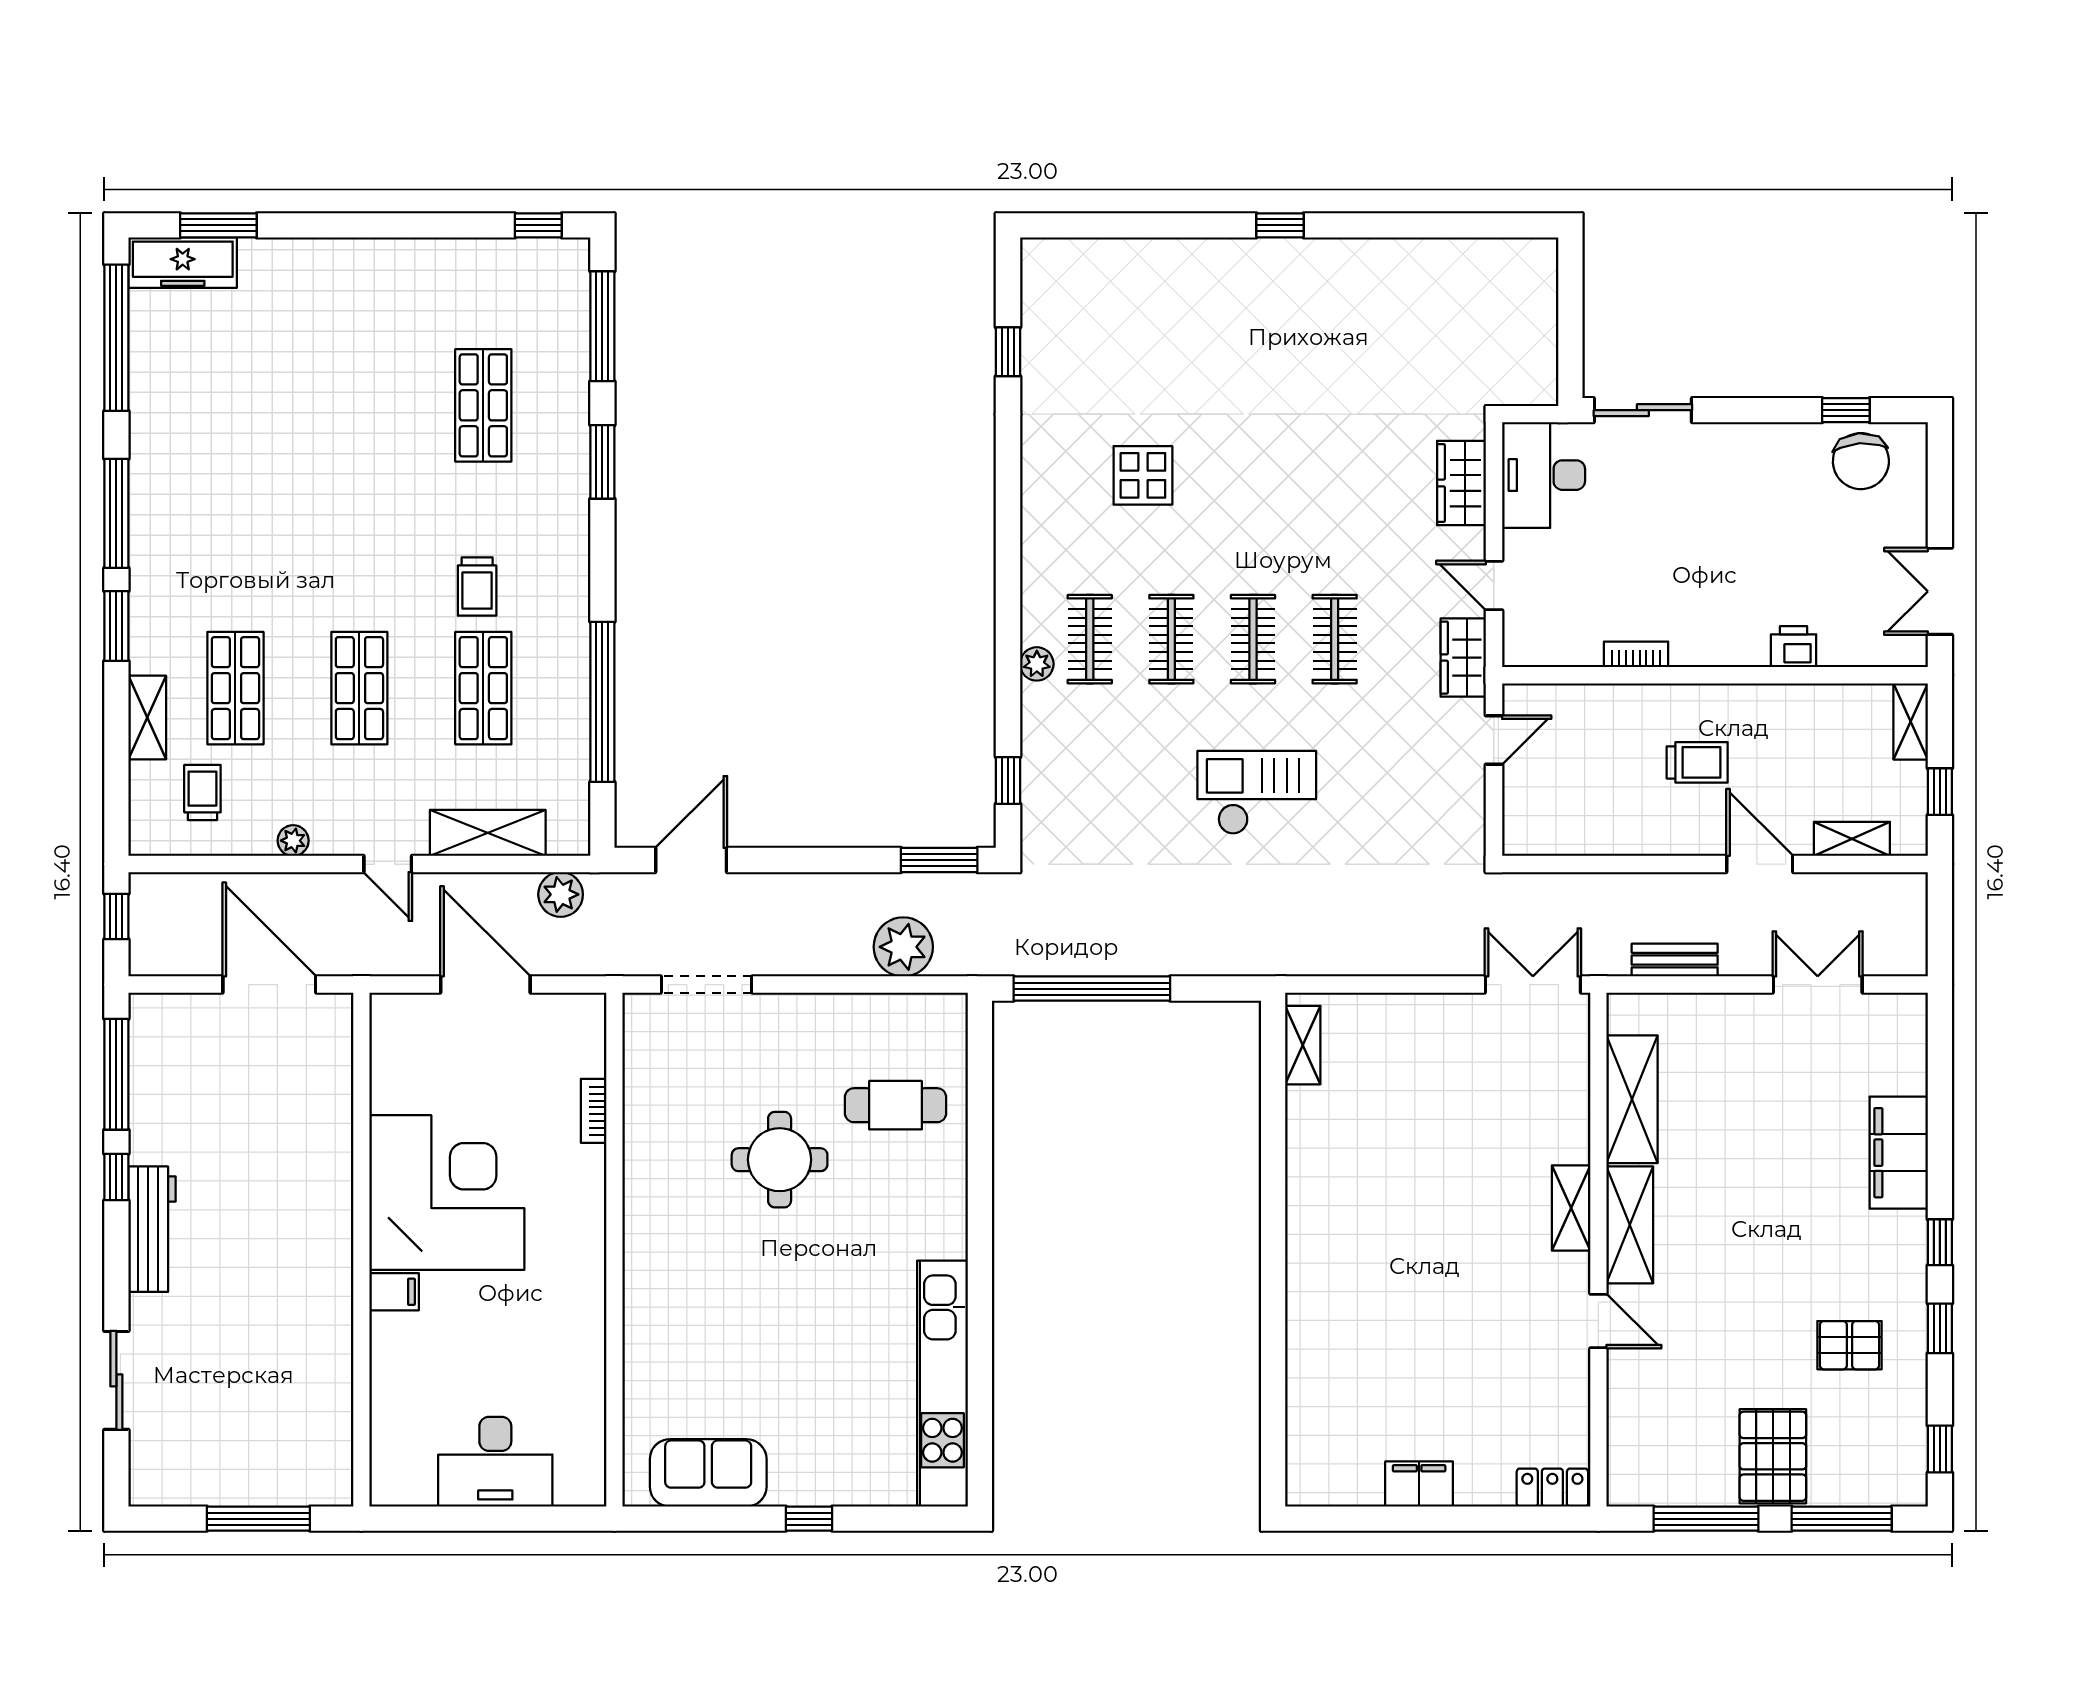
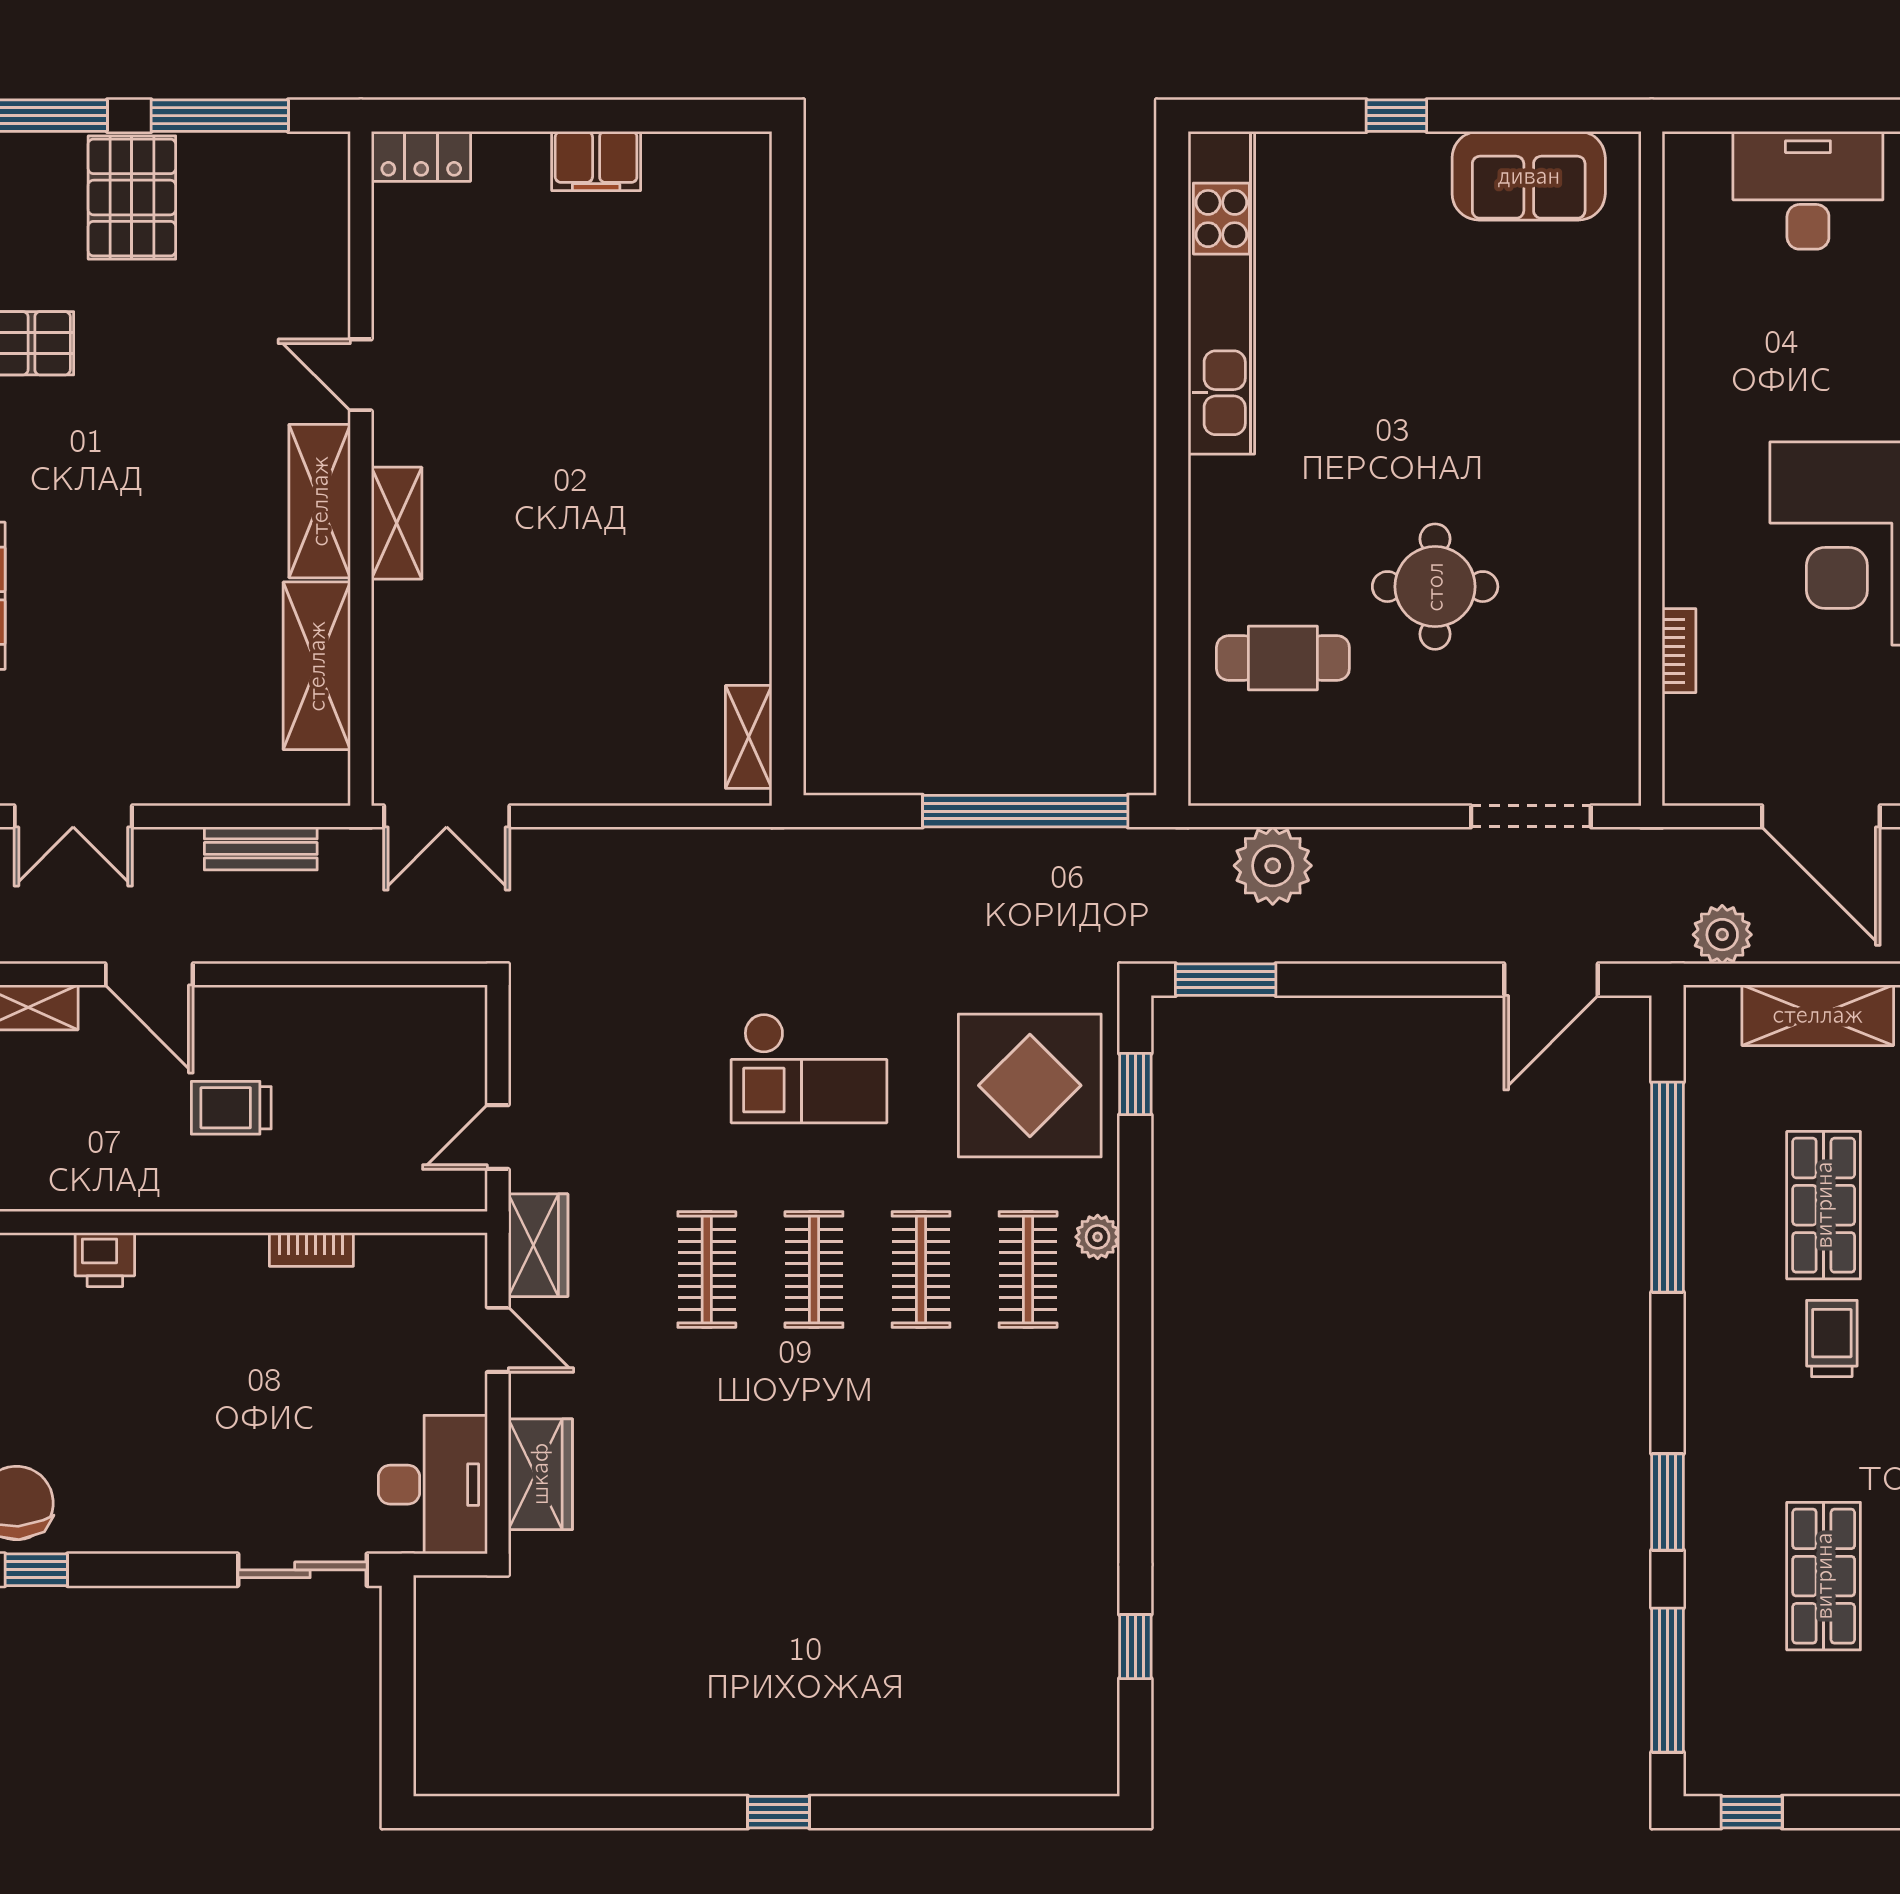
display table: (1143, 475) -> (1030, 1085), moved, width x1.86, depth x1.86

